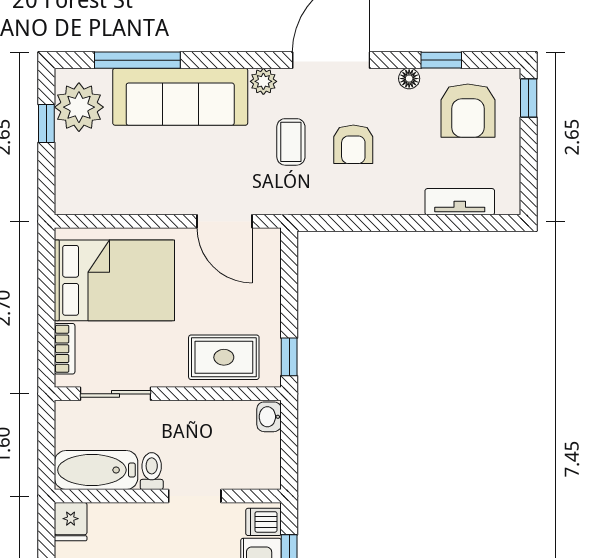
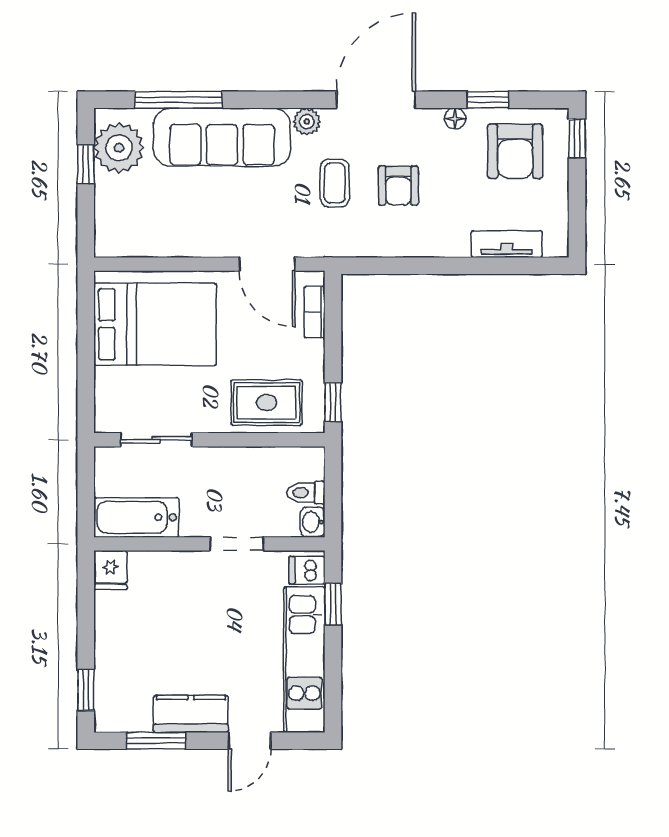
bookcase: (65, 349) -> (315, 312), moved, turned 180
washbasin: (269, 417) -> (313, 522), moved
toilet: (152, 471) -> (306, 493), moved, turned -90

